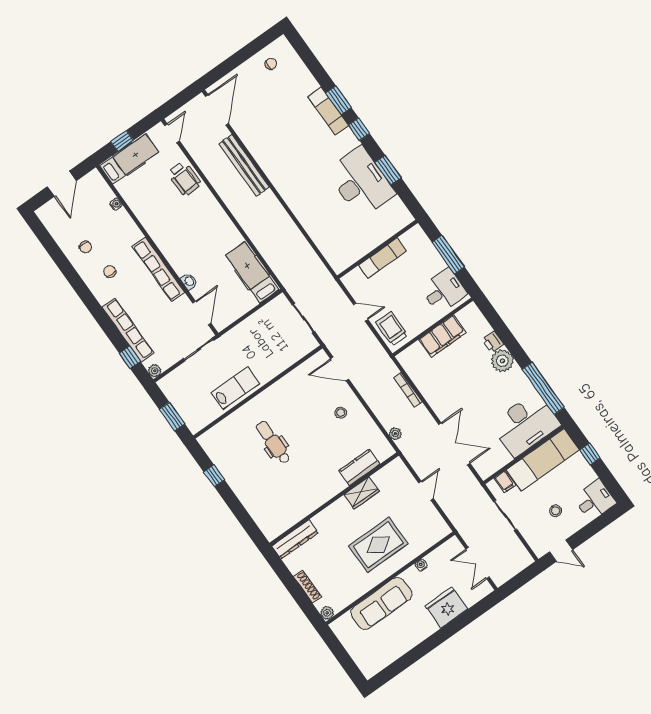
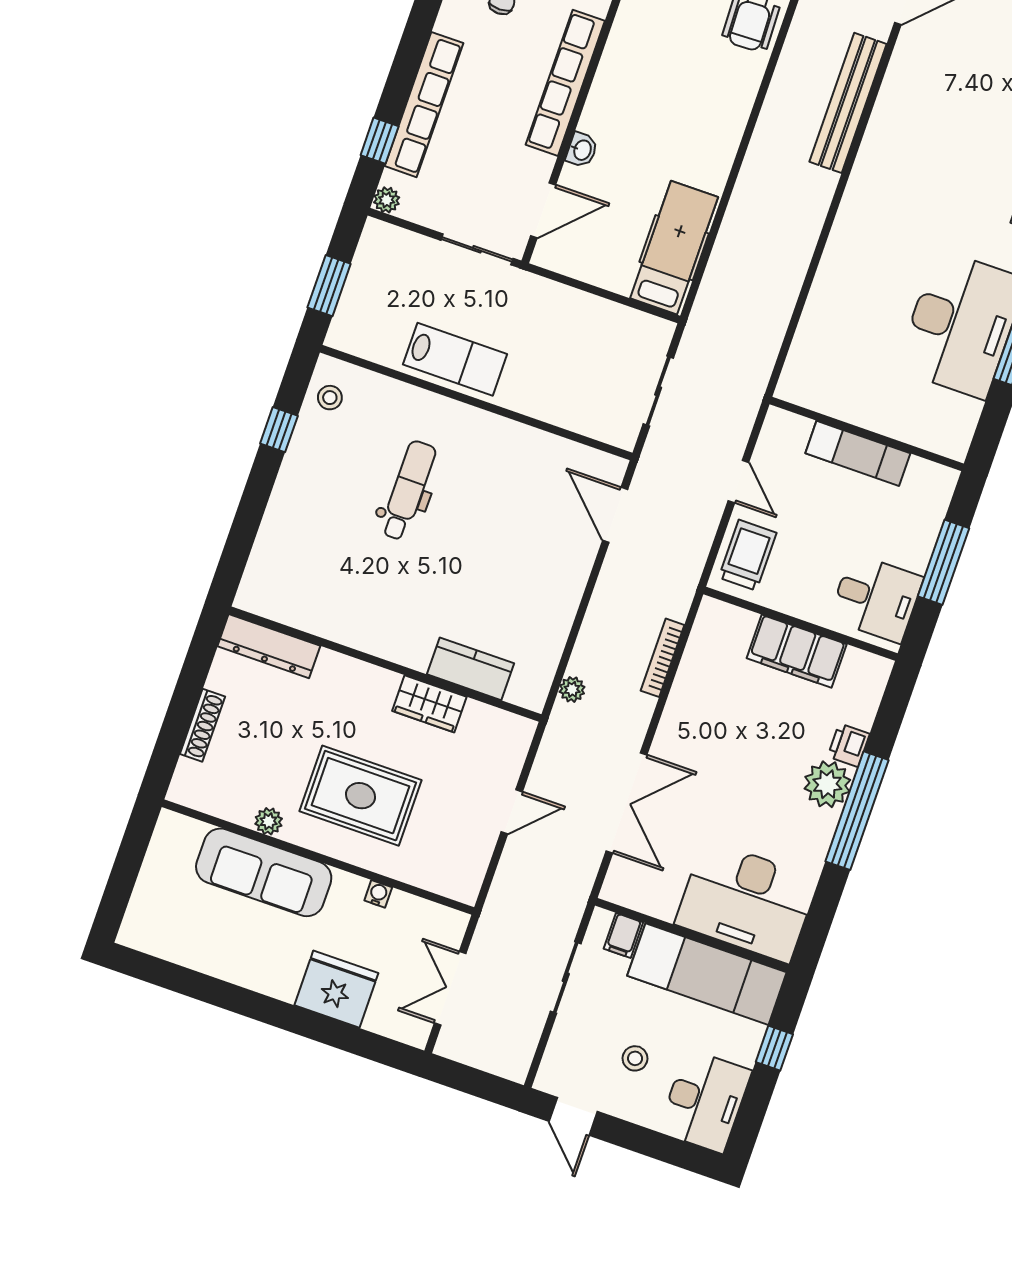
window: (543, 388) -> (857, 811), moved
stool: (341, 413) -> (330, 398), moved
desk: (595, 500) -> (705, 1101), width x1.37
plant: (327, 613) -> (269, 821), moved

